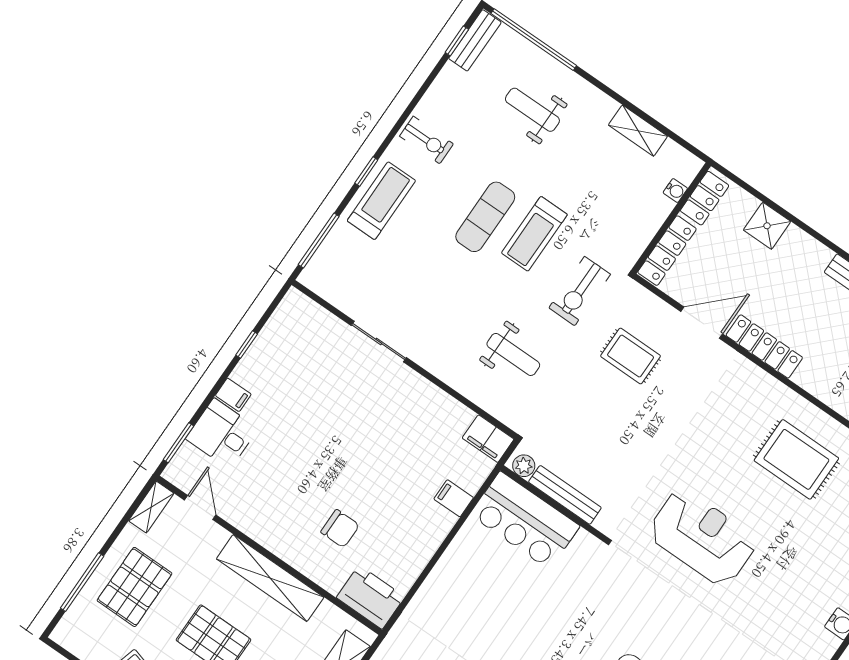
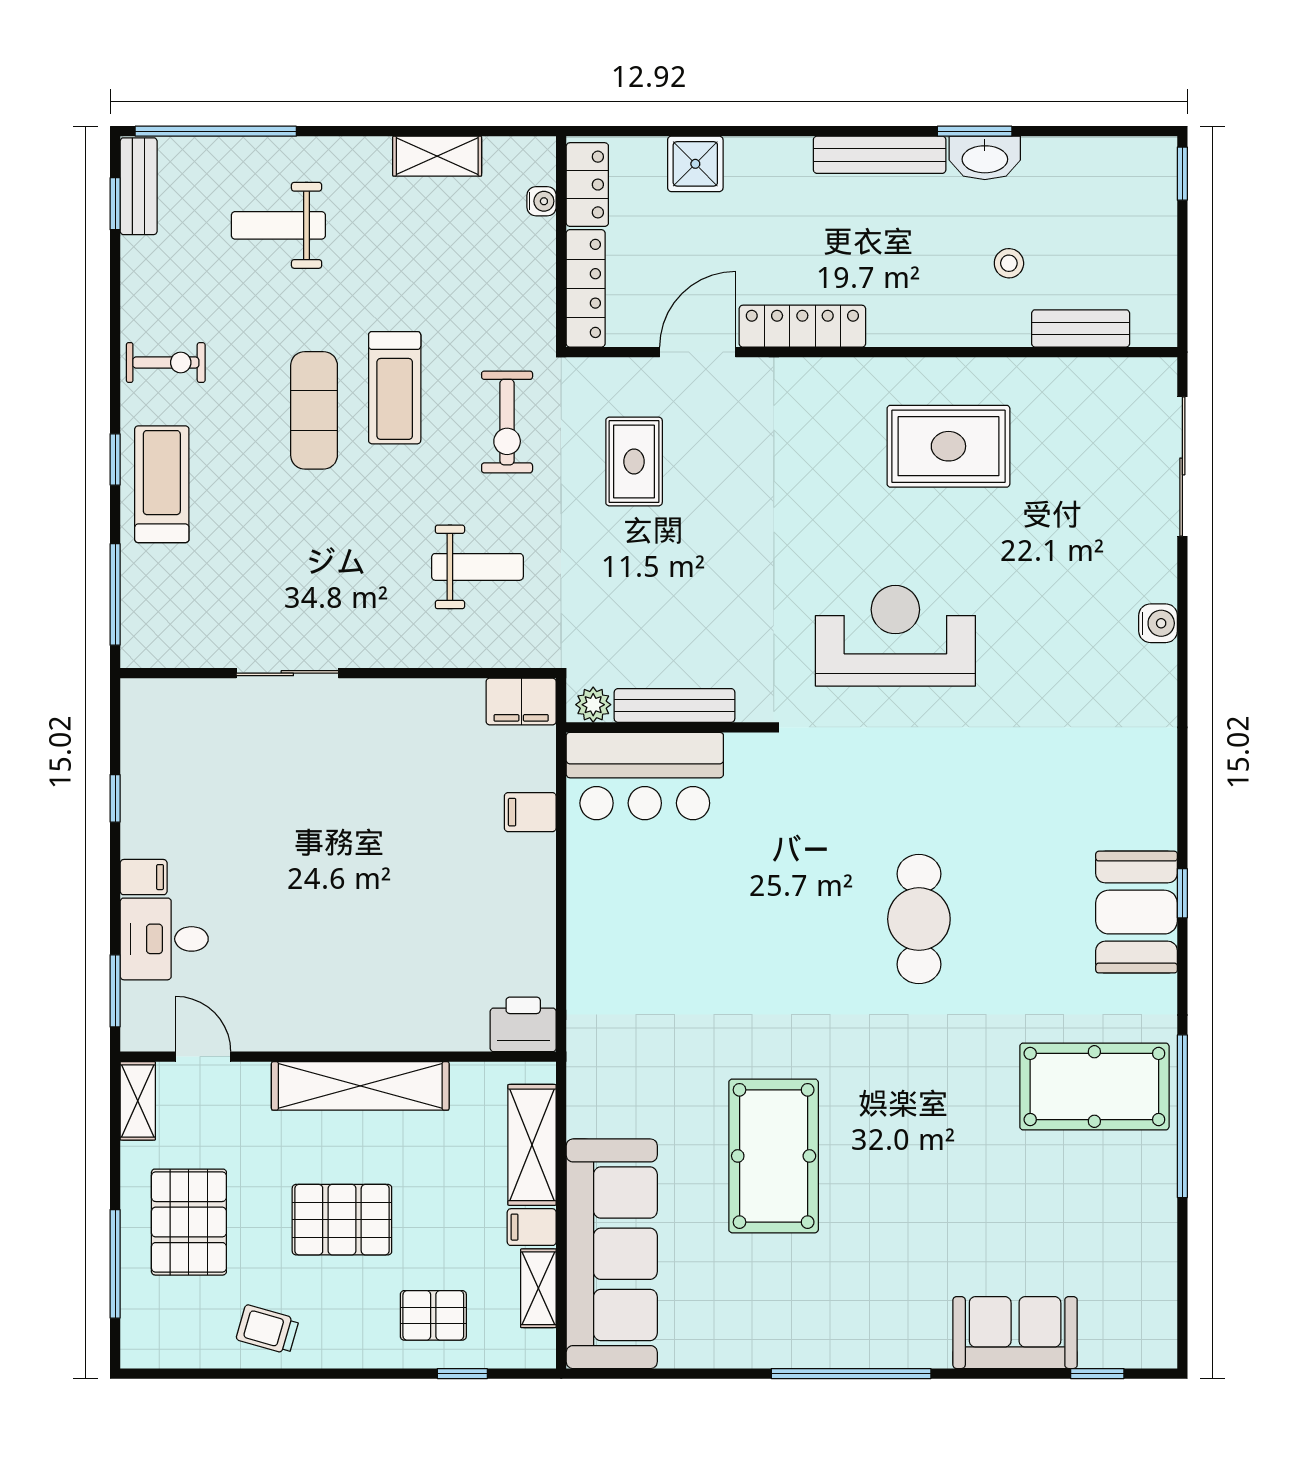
rug: (631, 356) -> (634, 461), turned 90
chair: (340, 529) -> (408, 956), removed
printer: (371, 597) -> (523, 1024), width x0.73, depth x0.84

